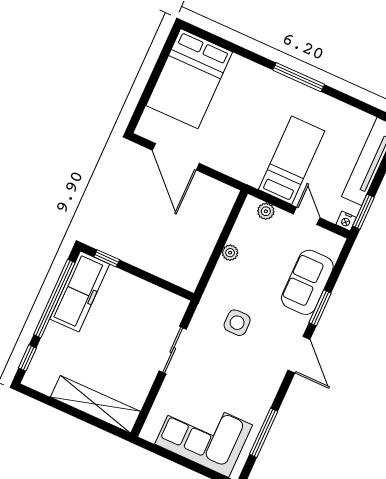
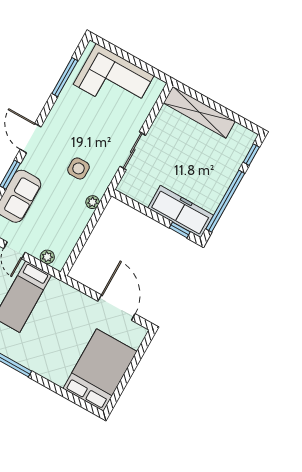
plant: (230, 253) -> (93, 202), moved
freezer: (80, 292) -> (181, 212), moved, turned 90

